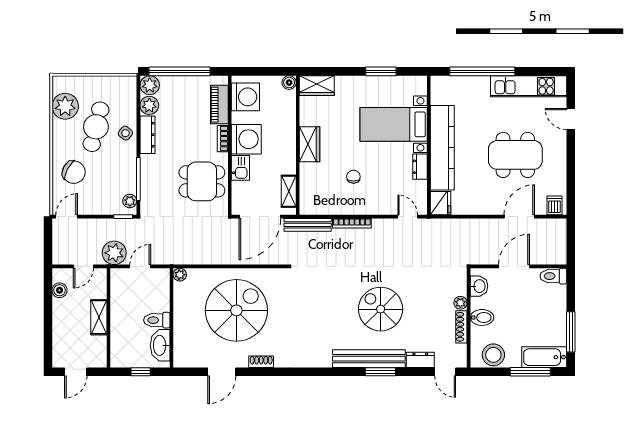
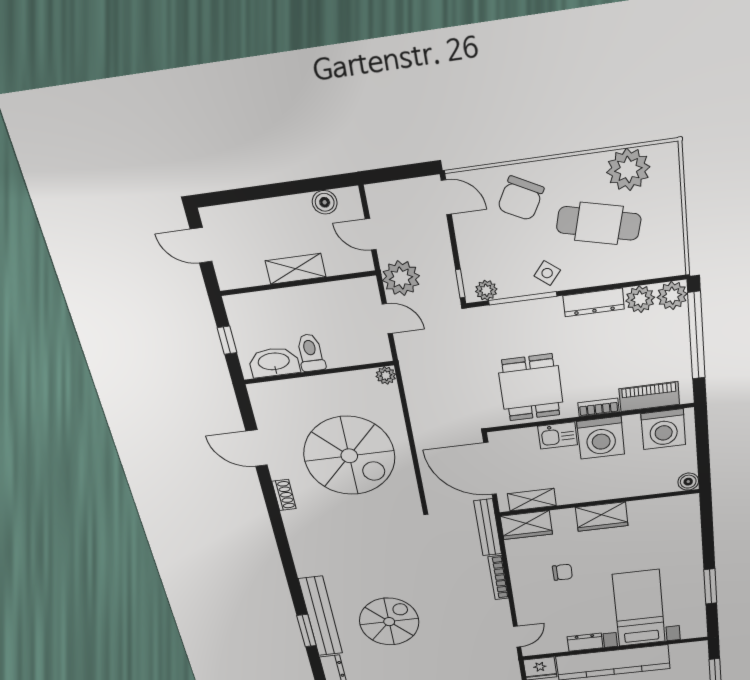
wardrobe: (317, 86) -> (526, 525), moved, turned -90
side table: (125, 133) -> (547, 273), moved

